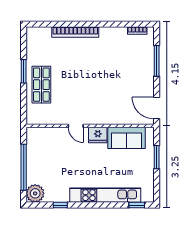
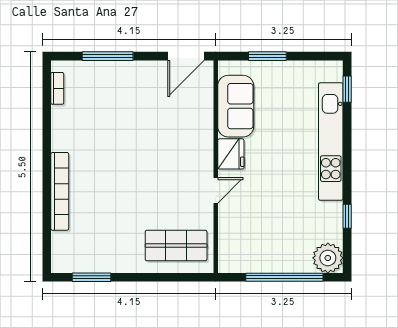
window: (24, 71) -> (92, 277), moved
shop shelf: (41, 85) -> (176, 245), moved

